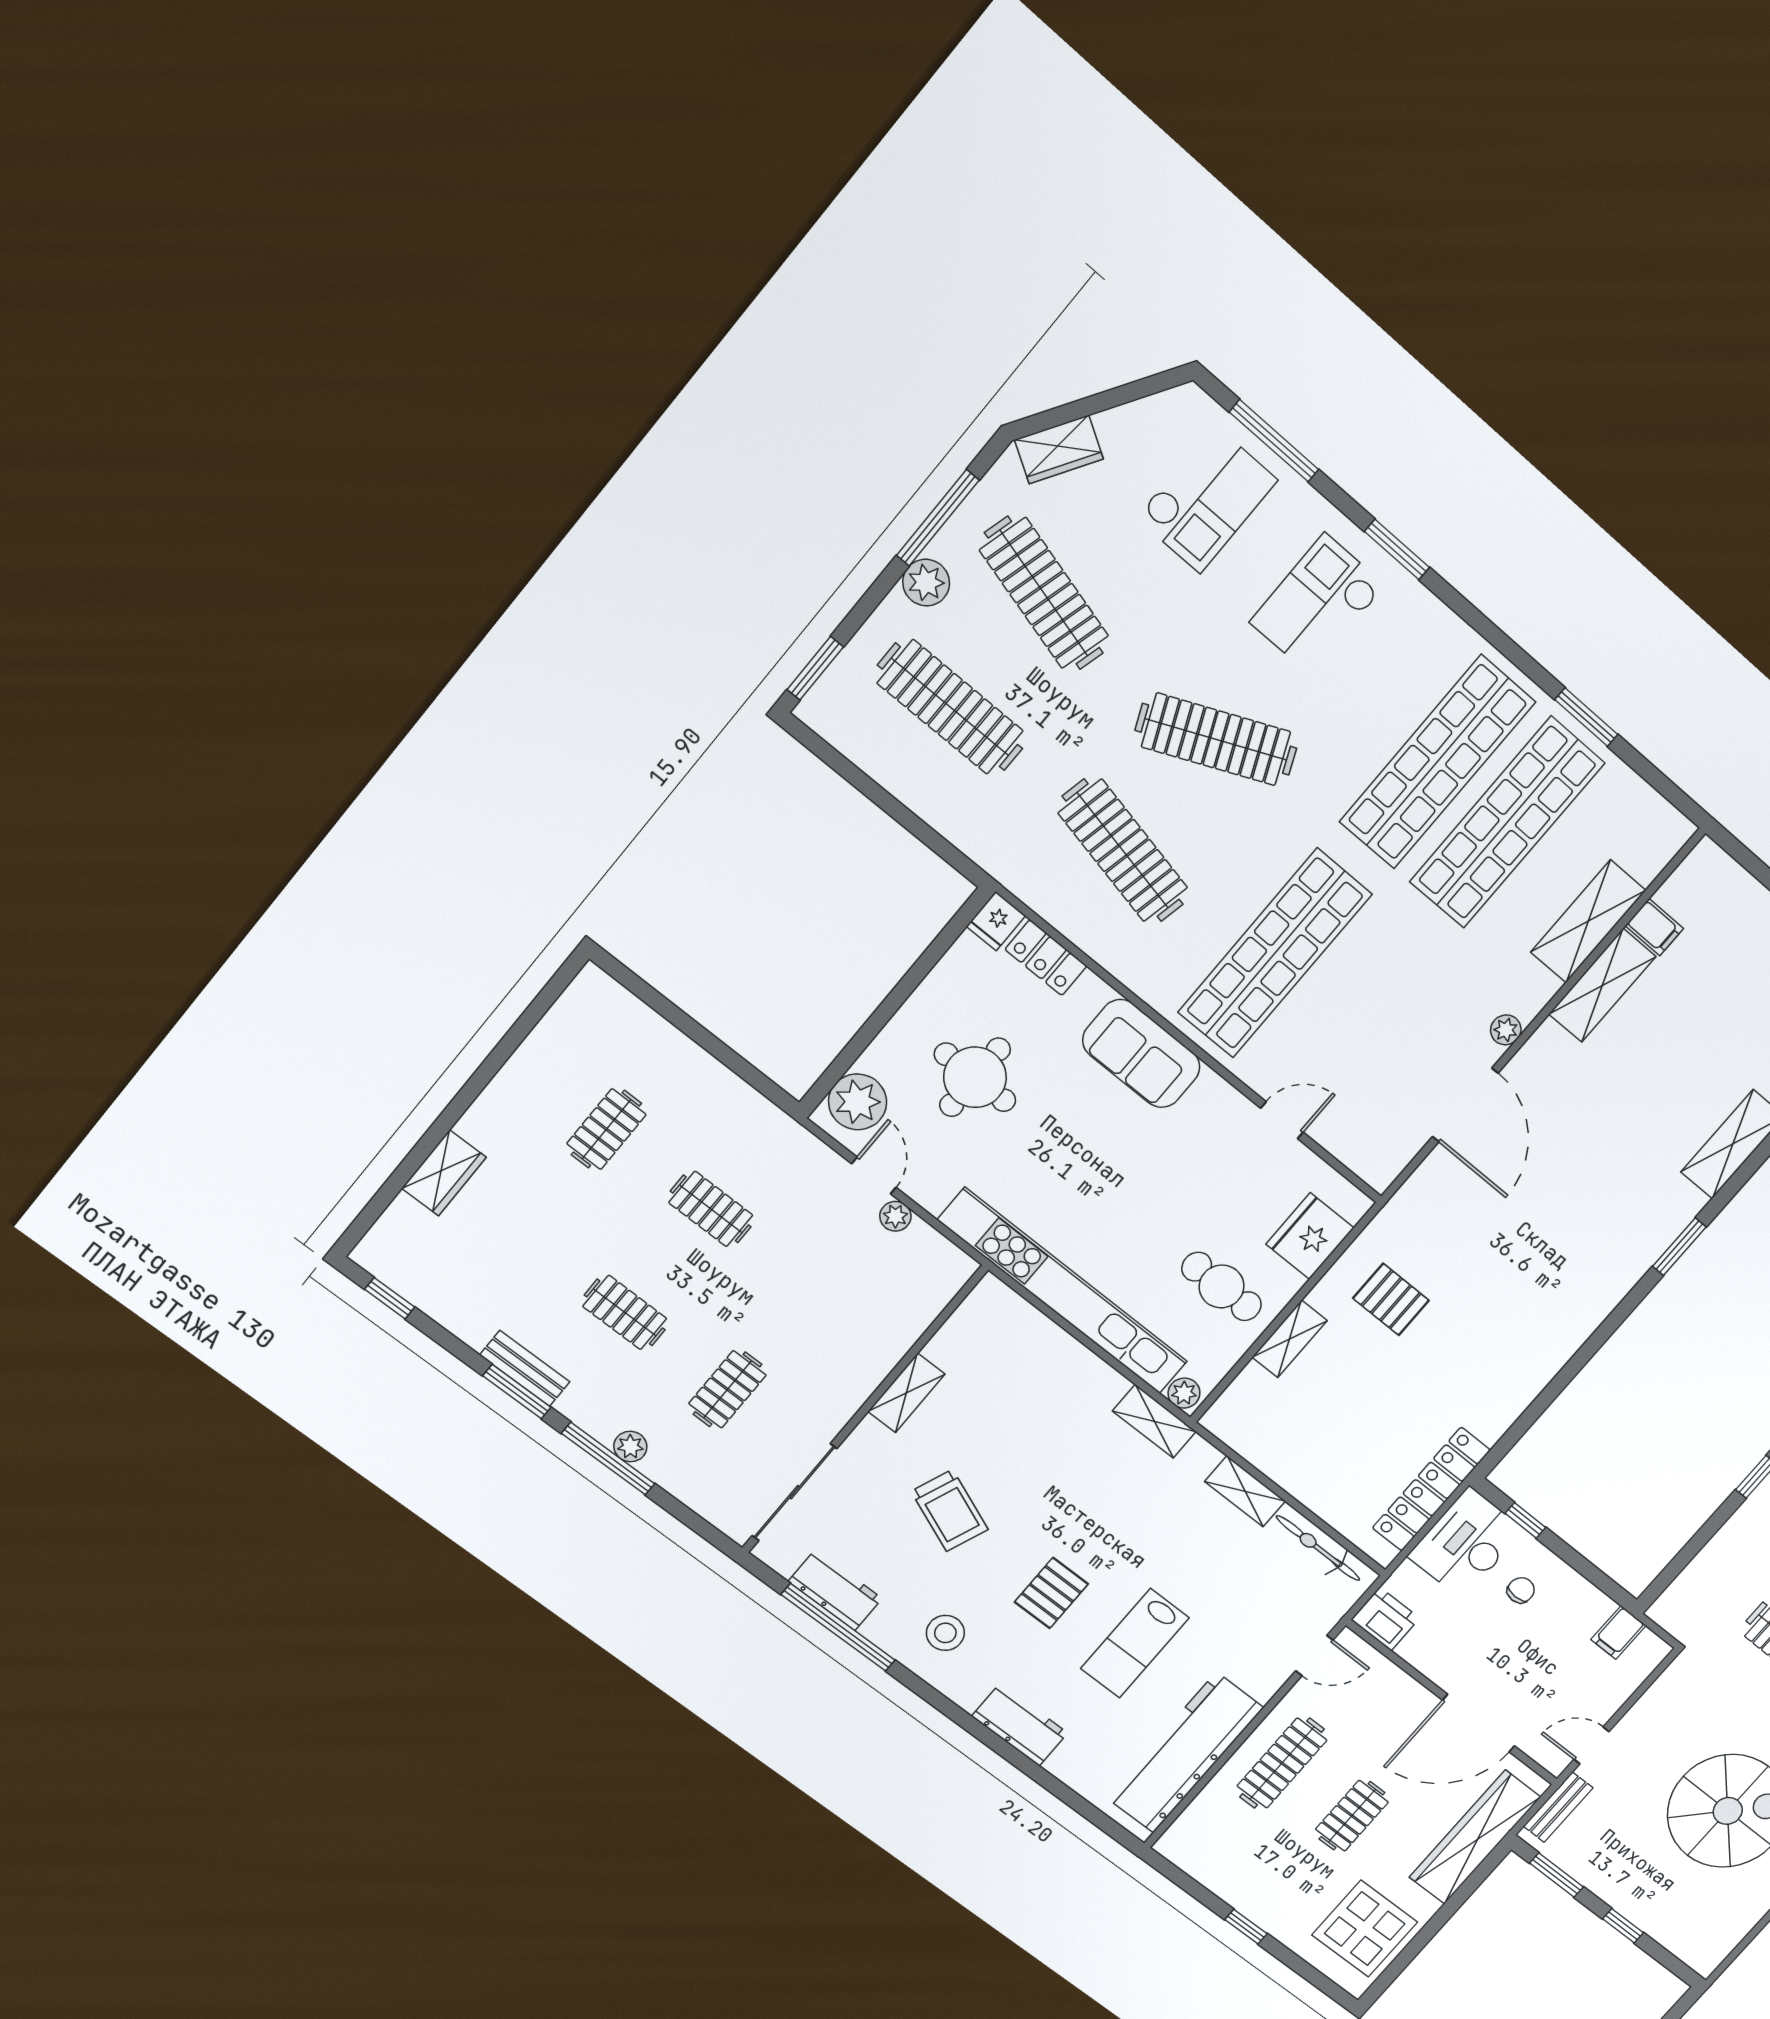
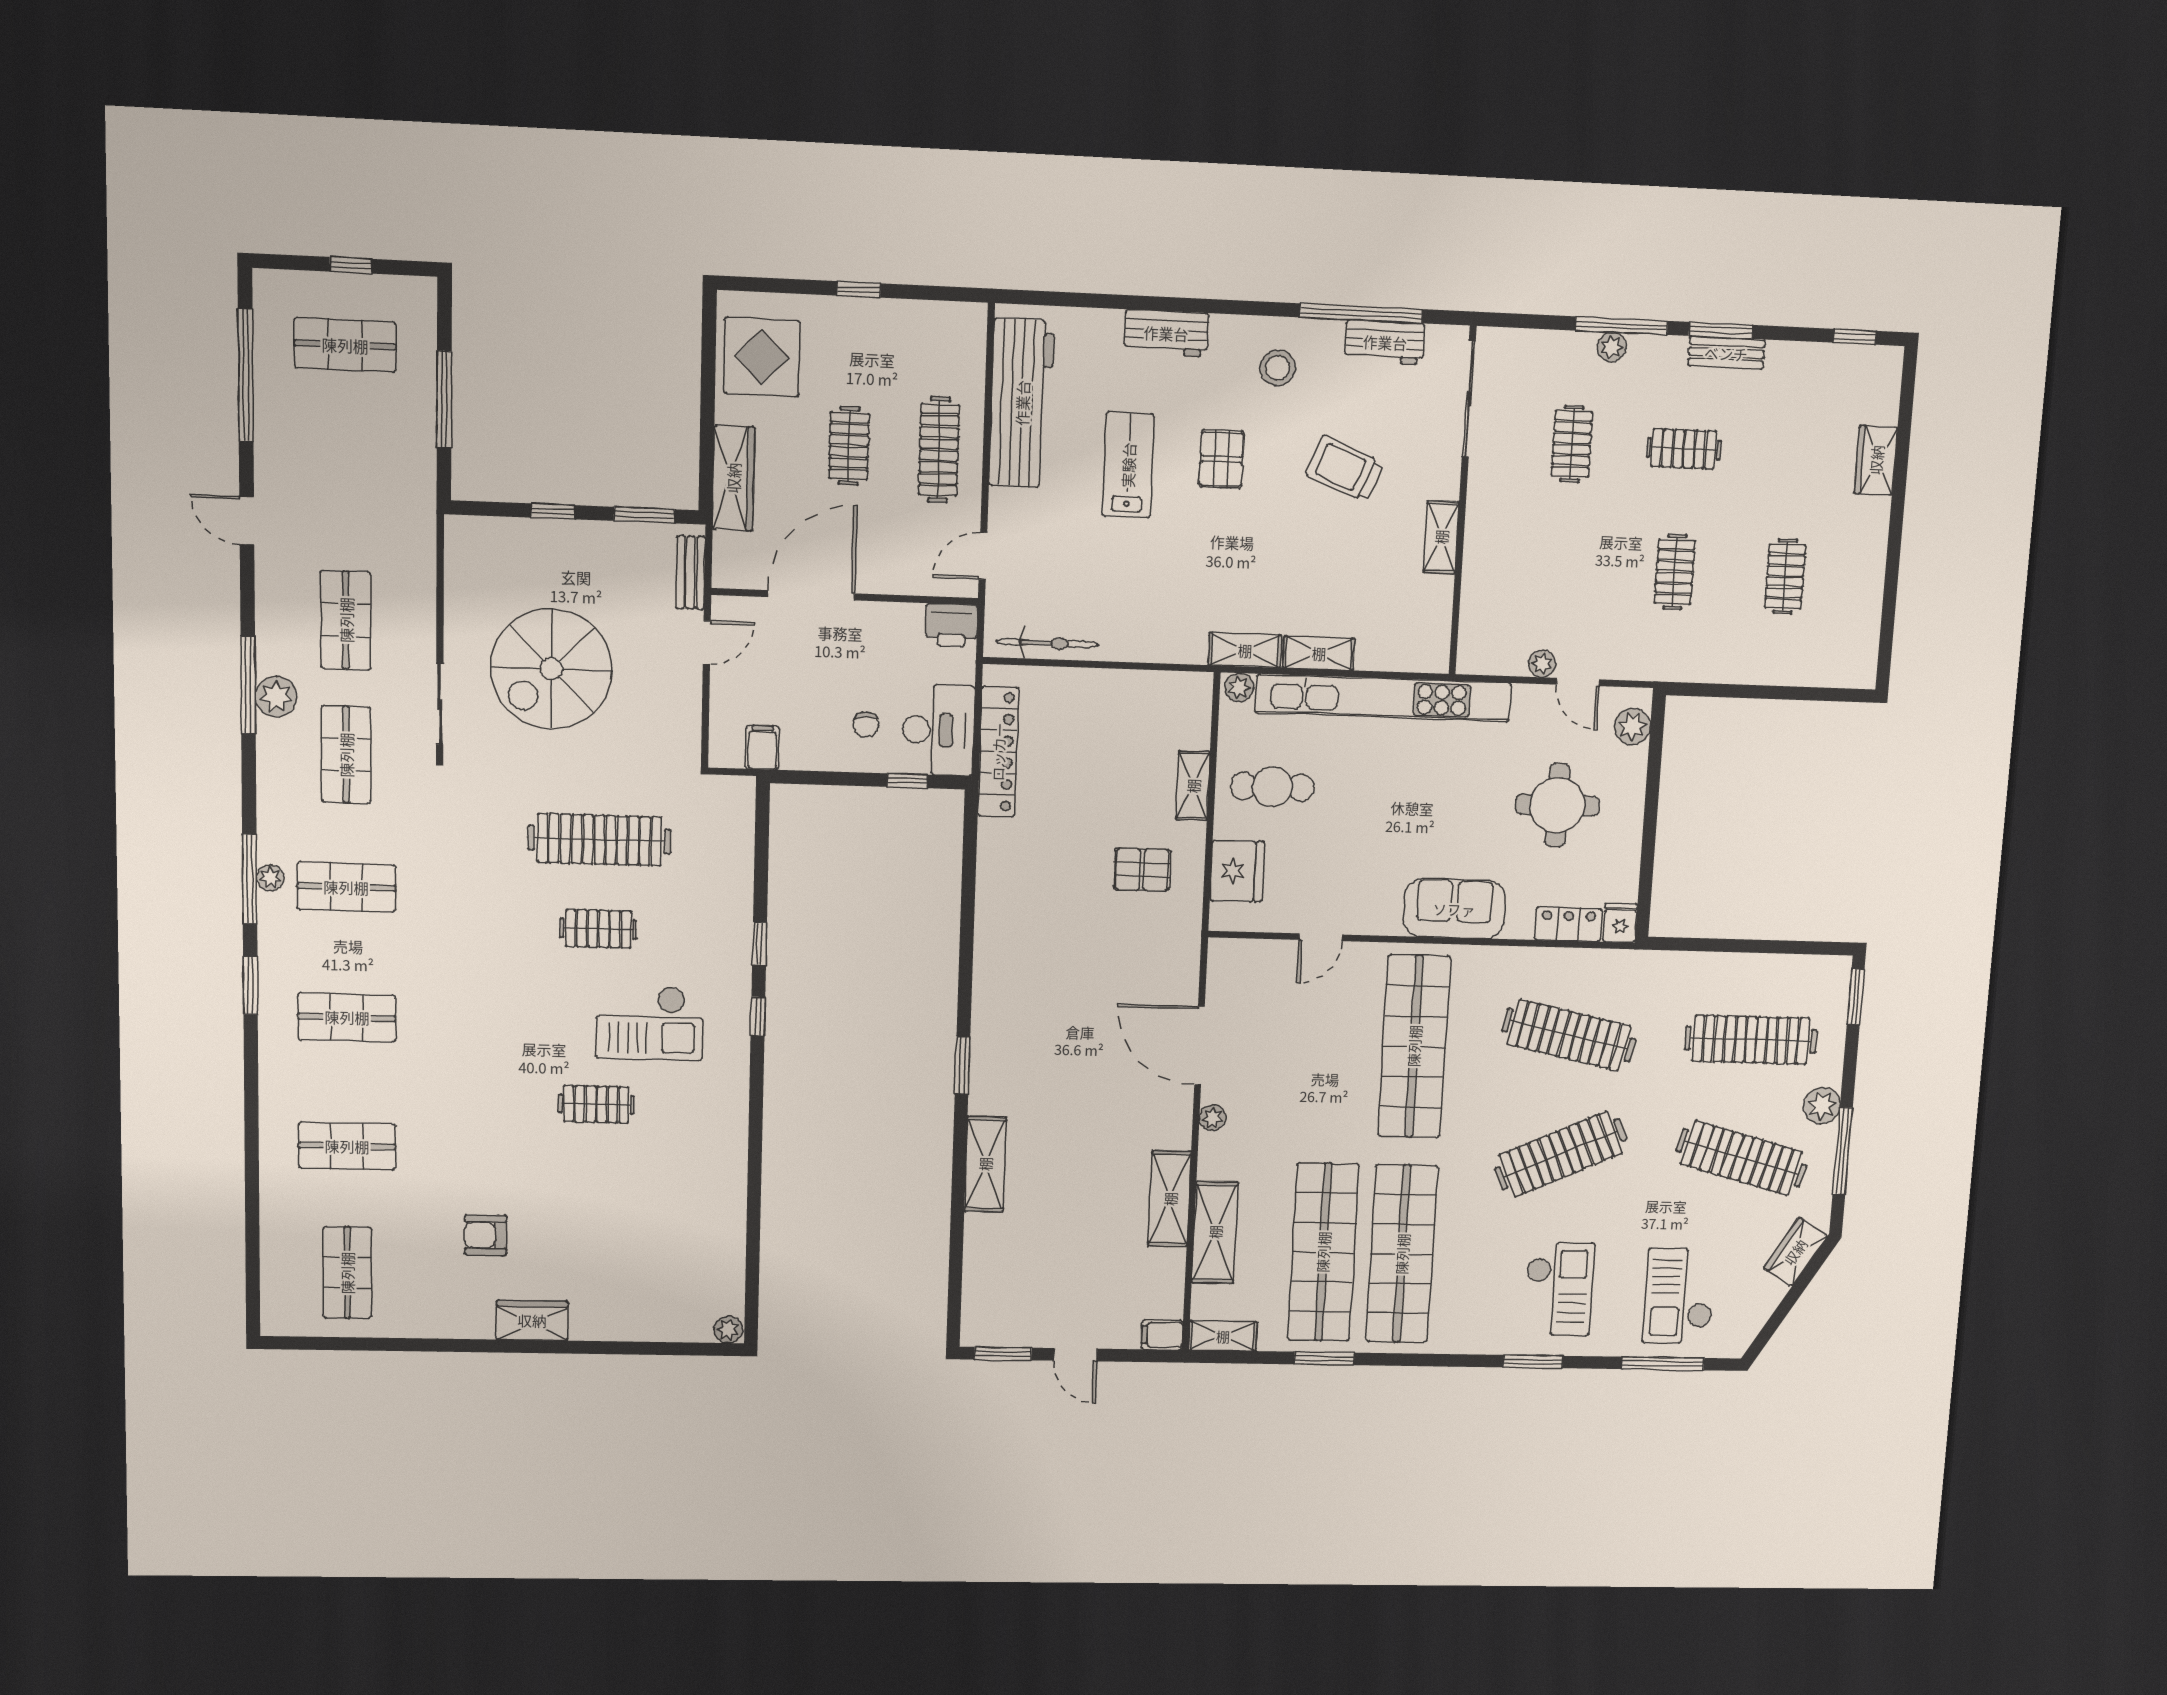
shelving: (1659, 816) -> (1223, 1336), added
filing cabinet: (1654, 927) -> (1162, 1335), moved
plant: (858, 1102) -> (1633, 727), width x0.73, depth x0.73
clothes rail: (711, 1209) -> (1675, 572), turned 90
shelving: (1245, 1491) -> (1319, 653), moved
wardrobe: (1475, 1837) -> (733, 478), width x0.71, depth x0.85

